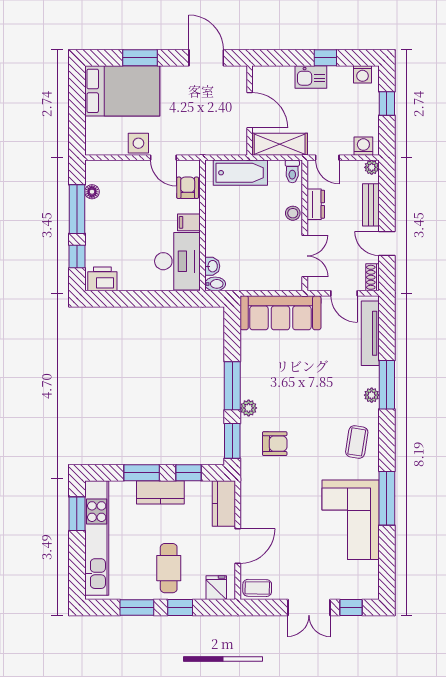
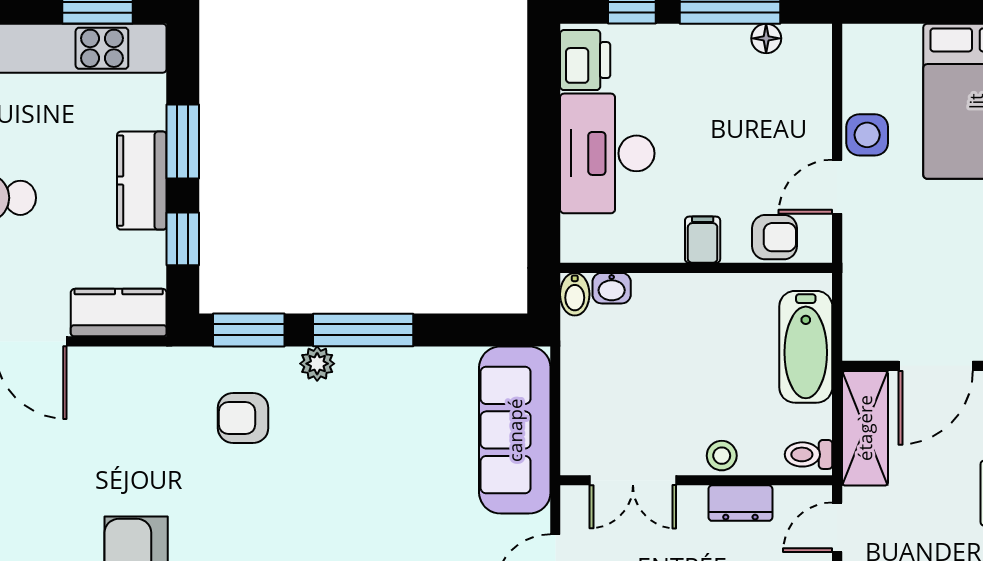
desk: (177, 261) -> (607, 153), moved, turned 90
armchair: (275, 444) -> (243, 418), turned 90

